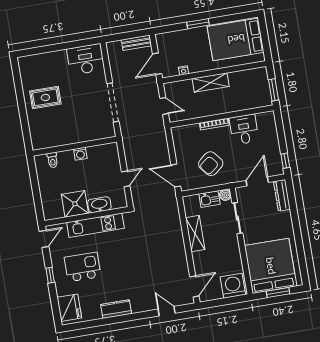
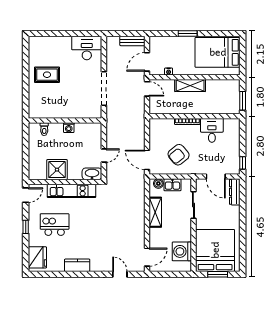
door: (164, 106) -> (147, 89), moved
door: (257, 181) -> (216, 177), swing flipped
boiler: (225, 195) -> (158, 184), moved
washbasin: (99, 205) -> (92, 174), moved
washing machine: (233, 286) -> (182, 251), moved, turned -90

